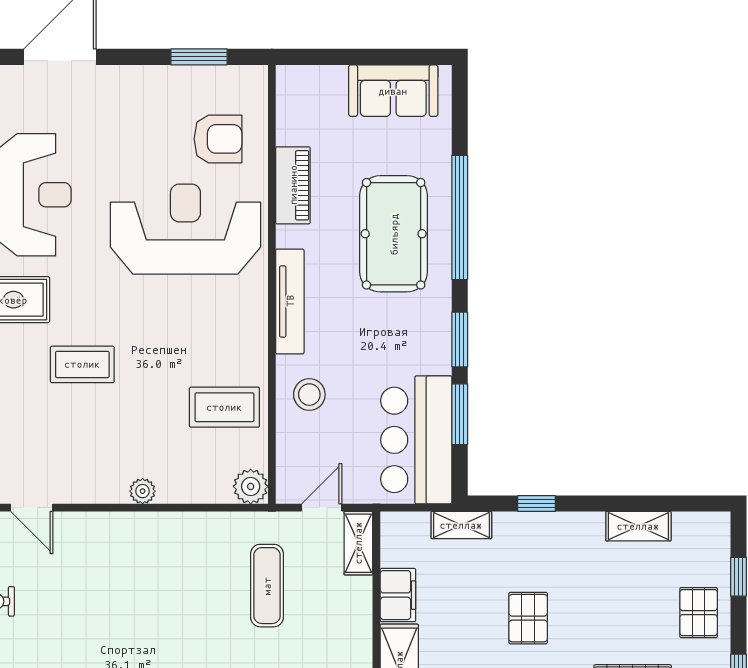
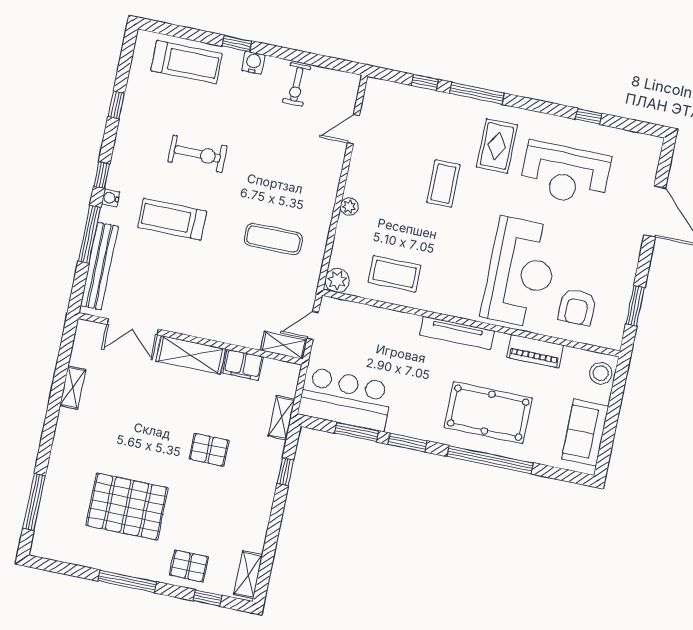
stool: (309, 395) -> (601, 373), moved
coffee table: (224, 407) -> (394, 274), turned 90
door: (322, 508) -> (313, 326), swing flipped
shelving: (638, 526) -> (248, 575), moved
exercise mat: (267, 586) -> (273, 239), moved

